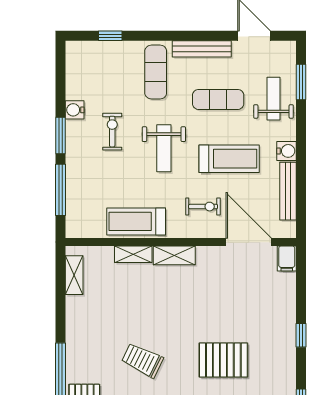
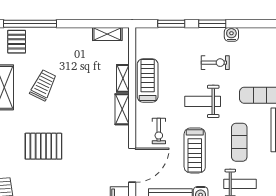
window: (60, 190) -> (171, 24), width x0.69
pallet: (223, 360) -> (43, 146), turned 90

